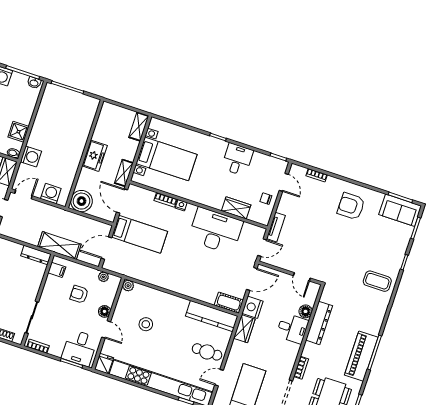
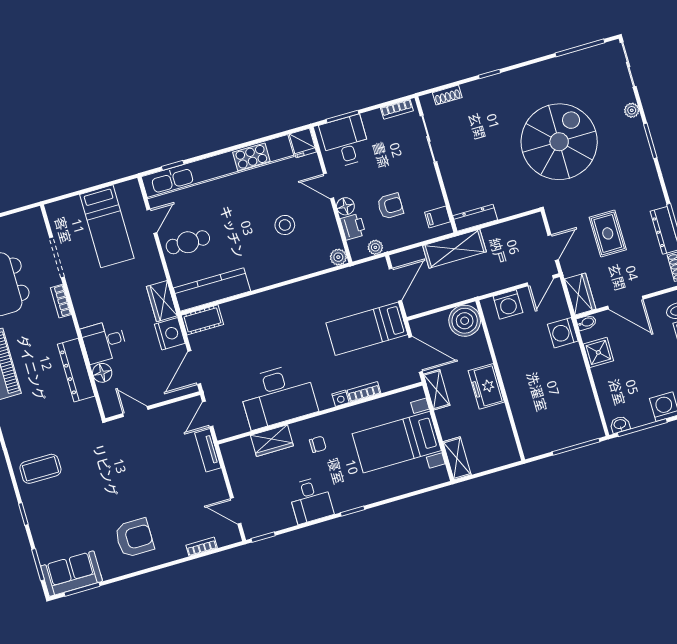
chair: (266, 199) -> (318, 444), moved
printer: (108, 297) -> (353, 227), added

